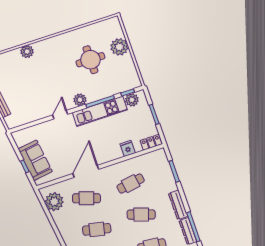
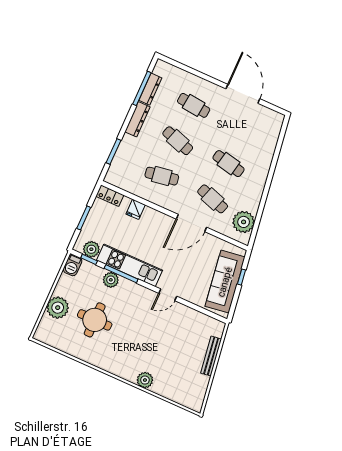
barbecue: (134, 80) -> (73, 265), added
plant: (80, 100) -> (111, 280), moved
sofa: (35, 160) -> (225, 282), width x1.36

